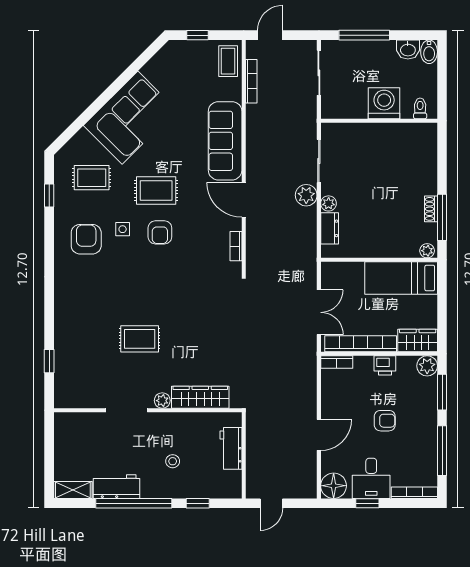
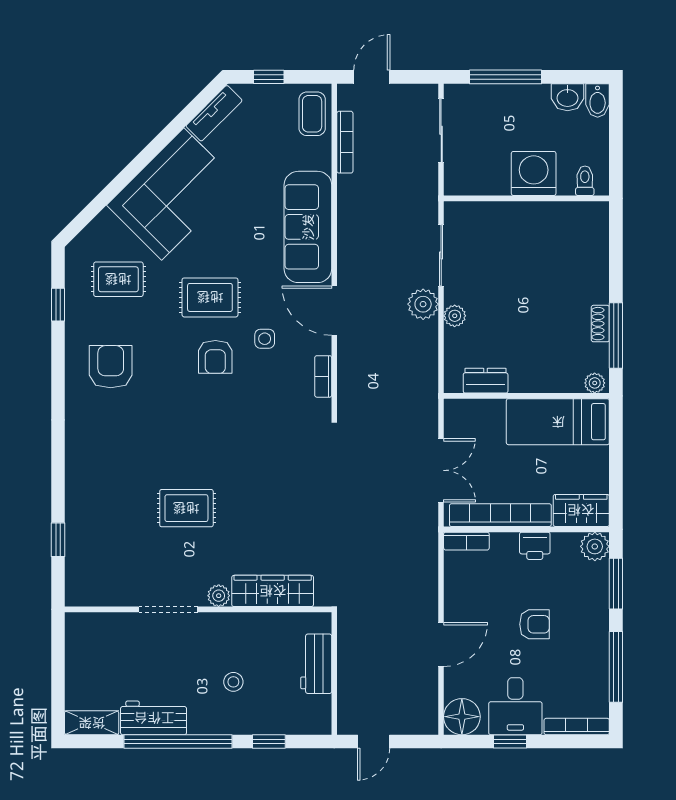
tv unit: (159, 61) -> (214, 113), added
dresser: (330, 228) -> (486, 381), moved, turned -90
side table: (123, 229) -> (265, 339), moved

